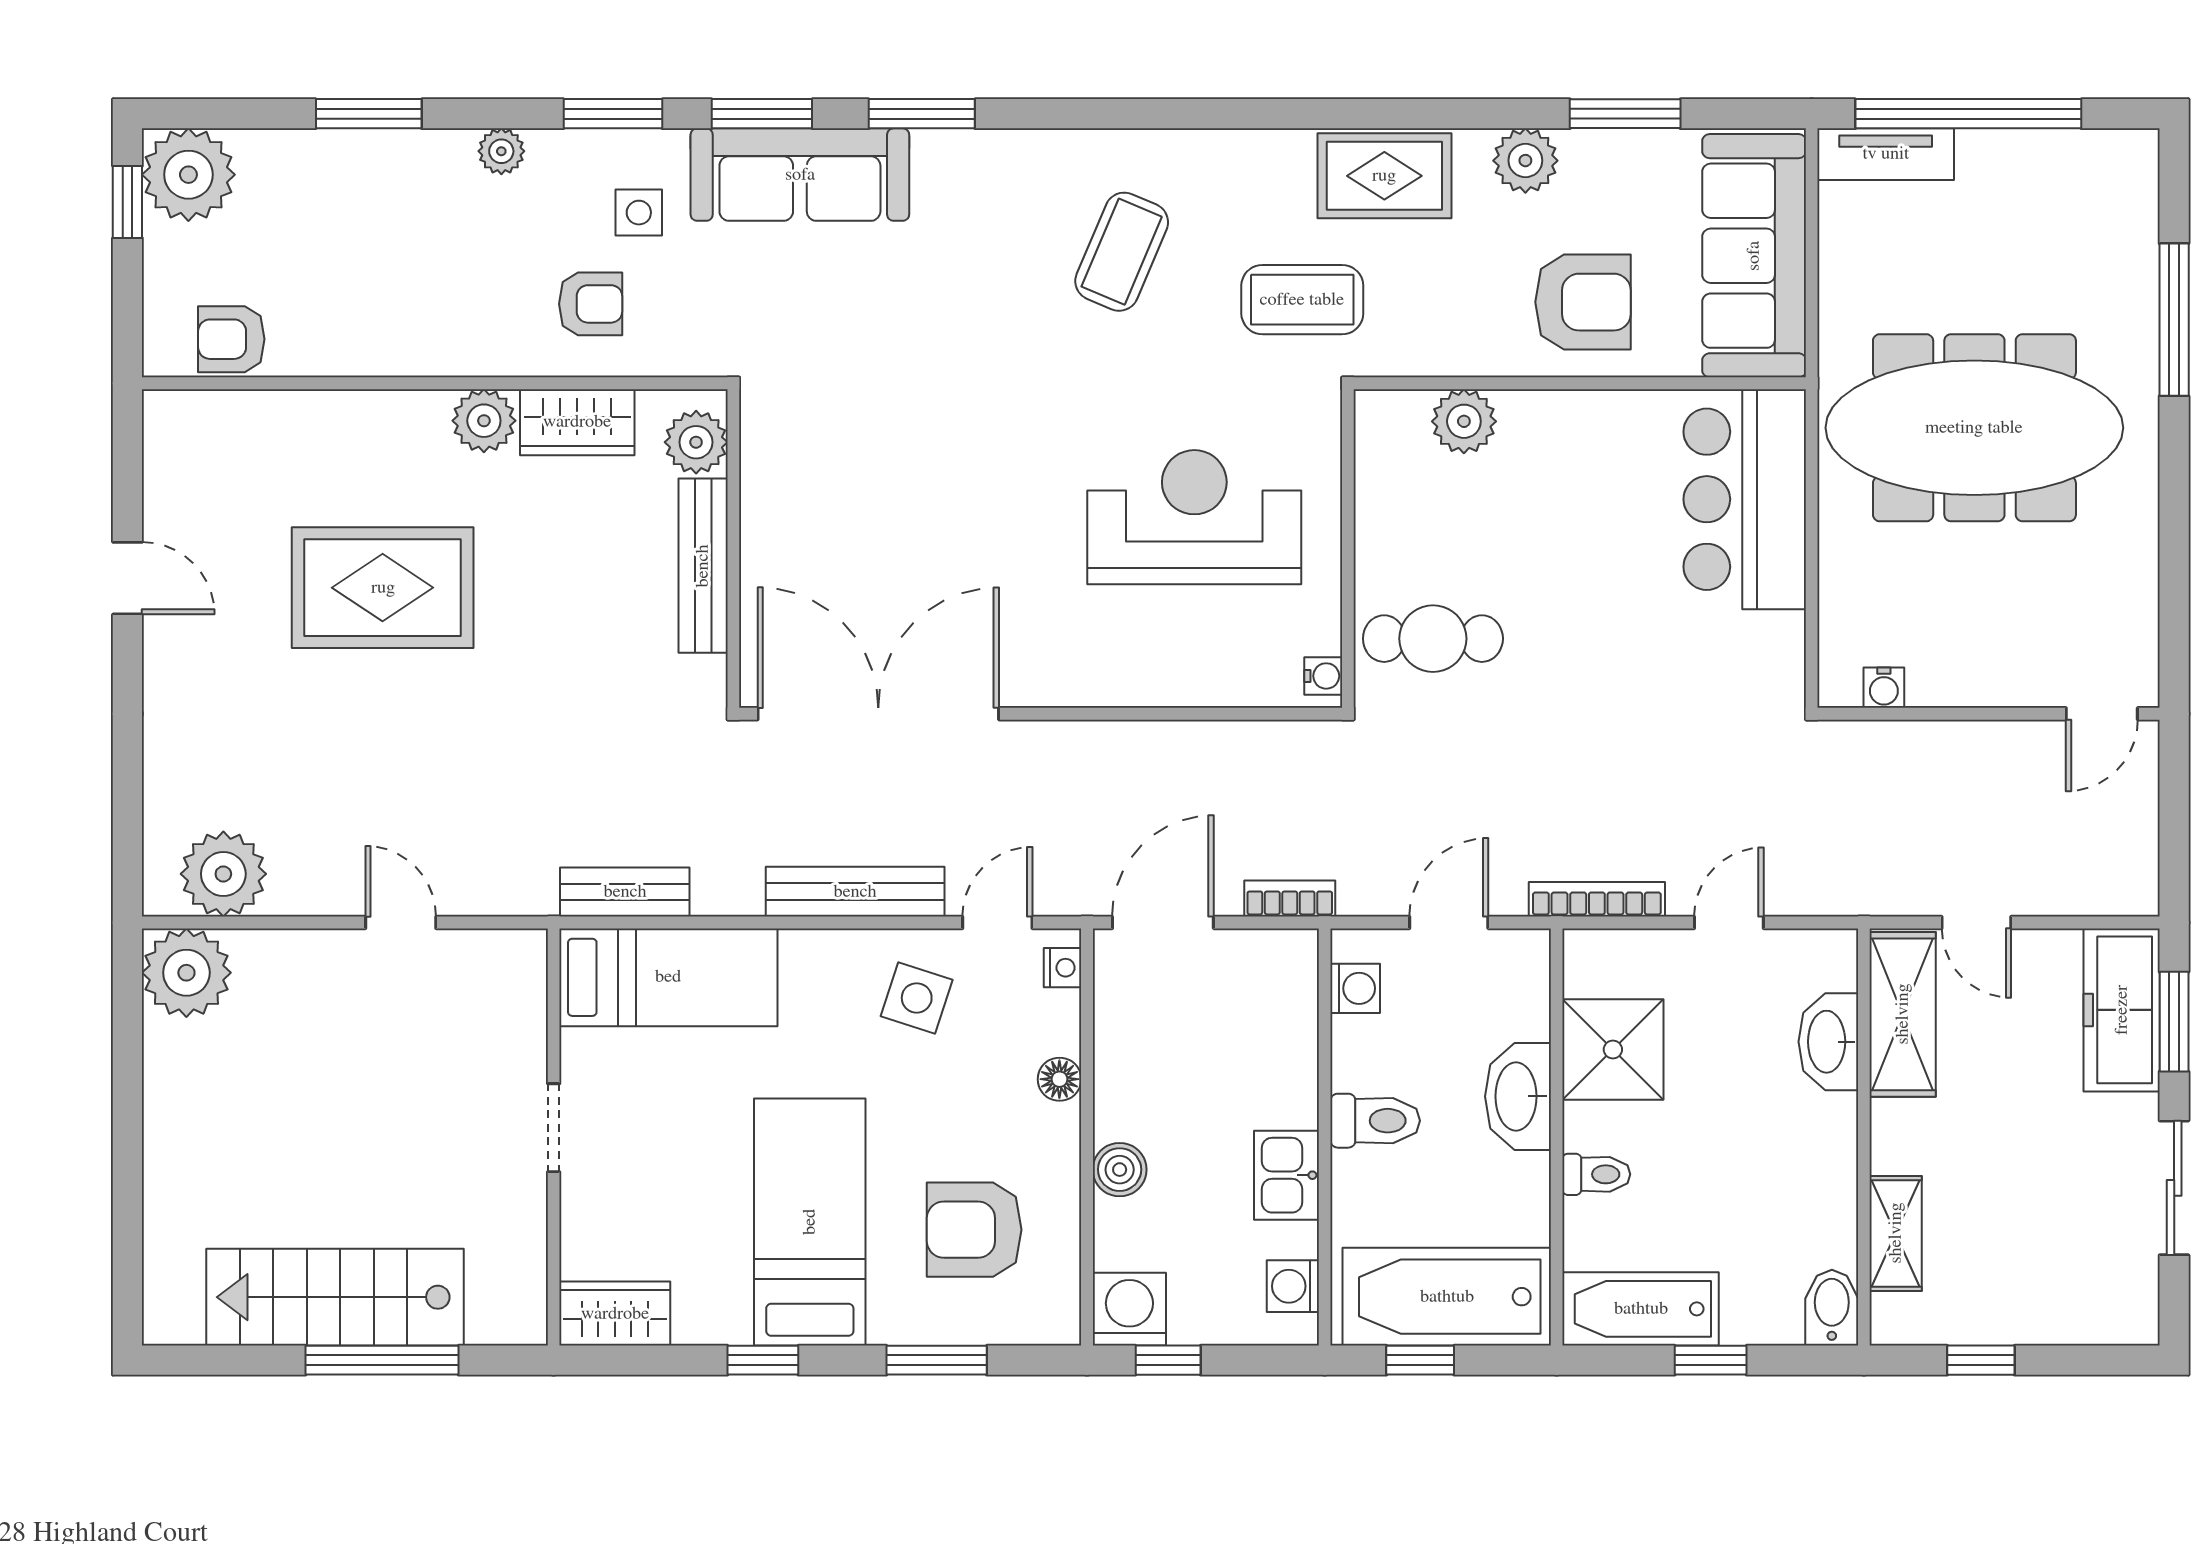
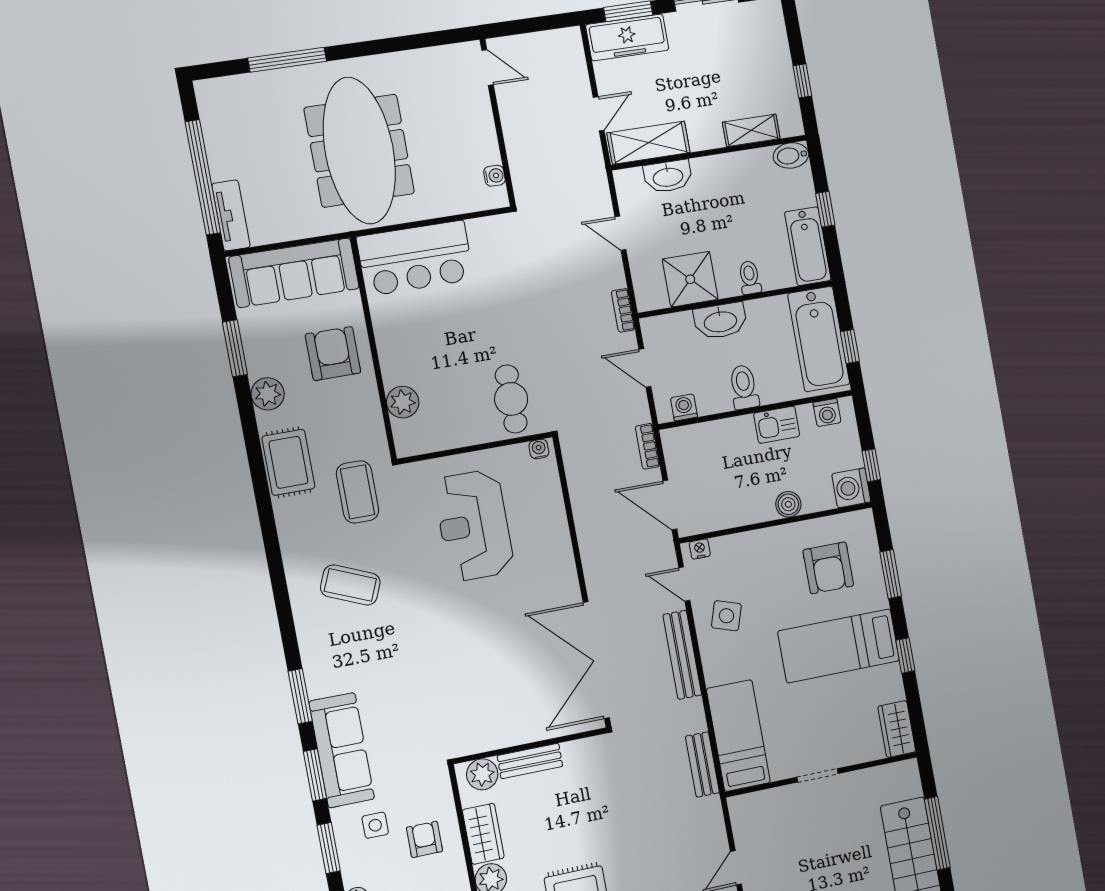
bench: (703, 566) -> (530, 761), width x0.73
bookcase: (1597, 899) -> (623, 310), width x0.64
floor lamp: (1059, 1079) -> (752, 541), removed

